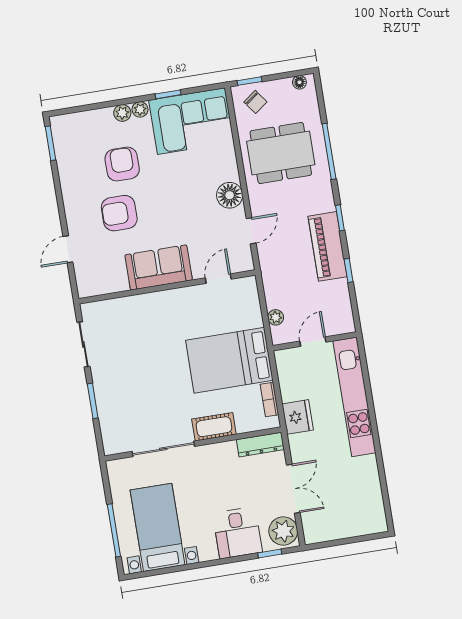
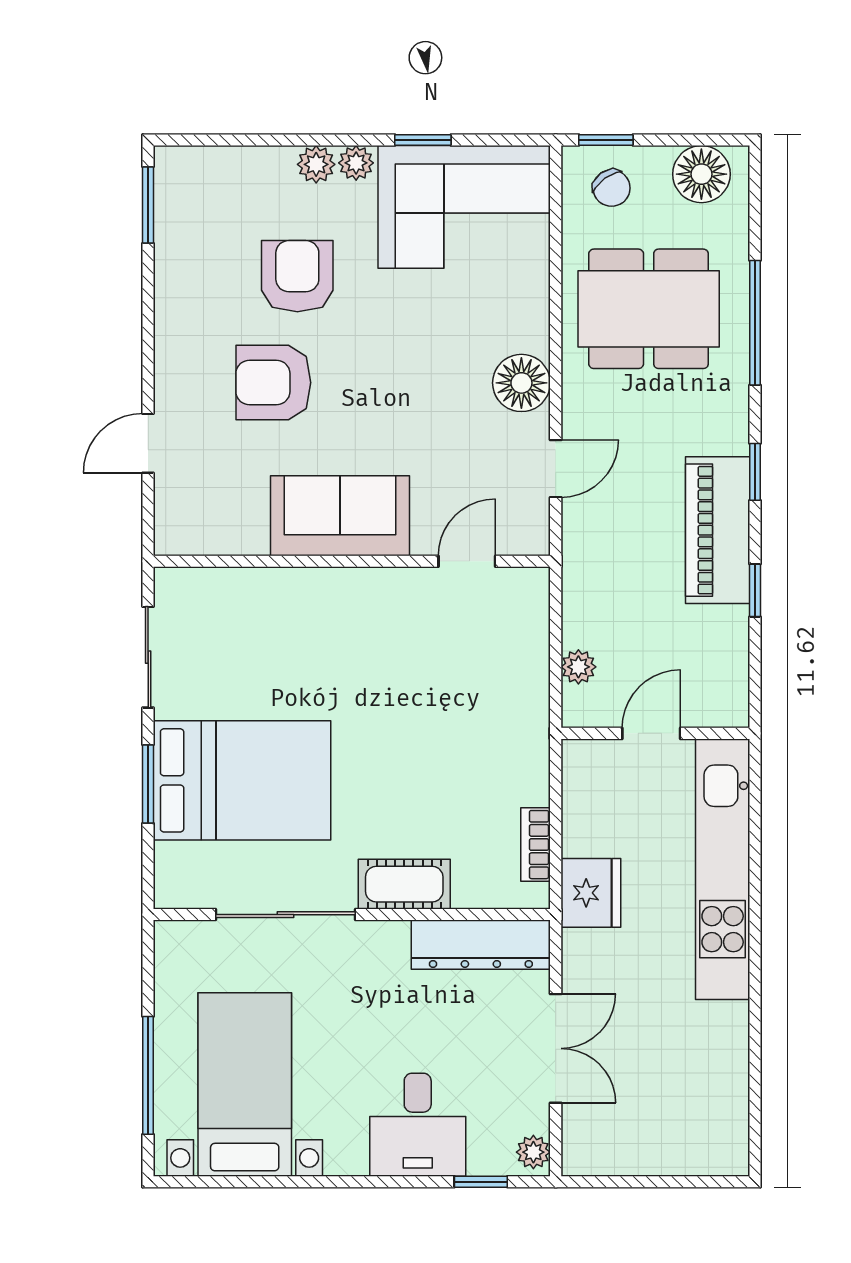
floor lamp: (299, 82) -> (701, 174), width x1.89, depth x1.89
bed: (229, 360) -> (242, 780), moved, turned 180
dresser: (260, 445) -> (481, 945), width x1.37, depth x1.24
plant: (283, 531) -> (533, 1152), width x0.53, depth x0.53

